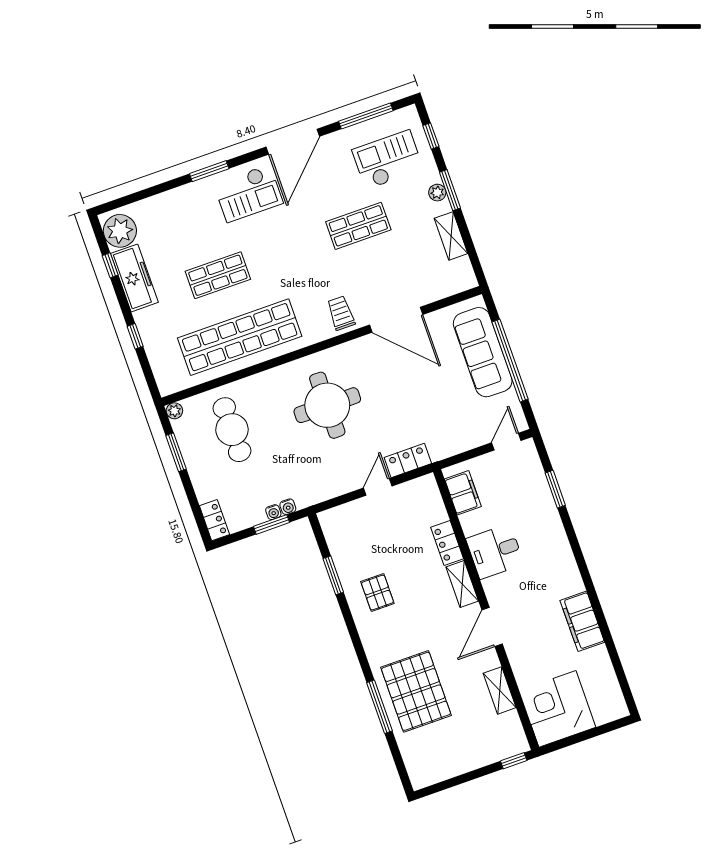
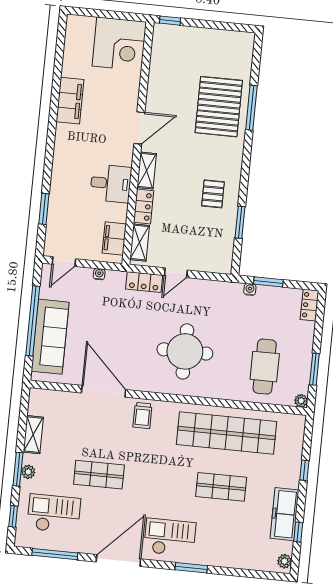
checkout: (388, 160) -> (54, 514), turned 180
plant: (120, 231) -> (285, 561), width x0.53, depth x0.53
water cooler: (273, 512) -> (99, 274), moved
shelving: (500, 690) -> (140, 243), moved

